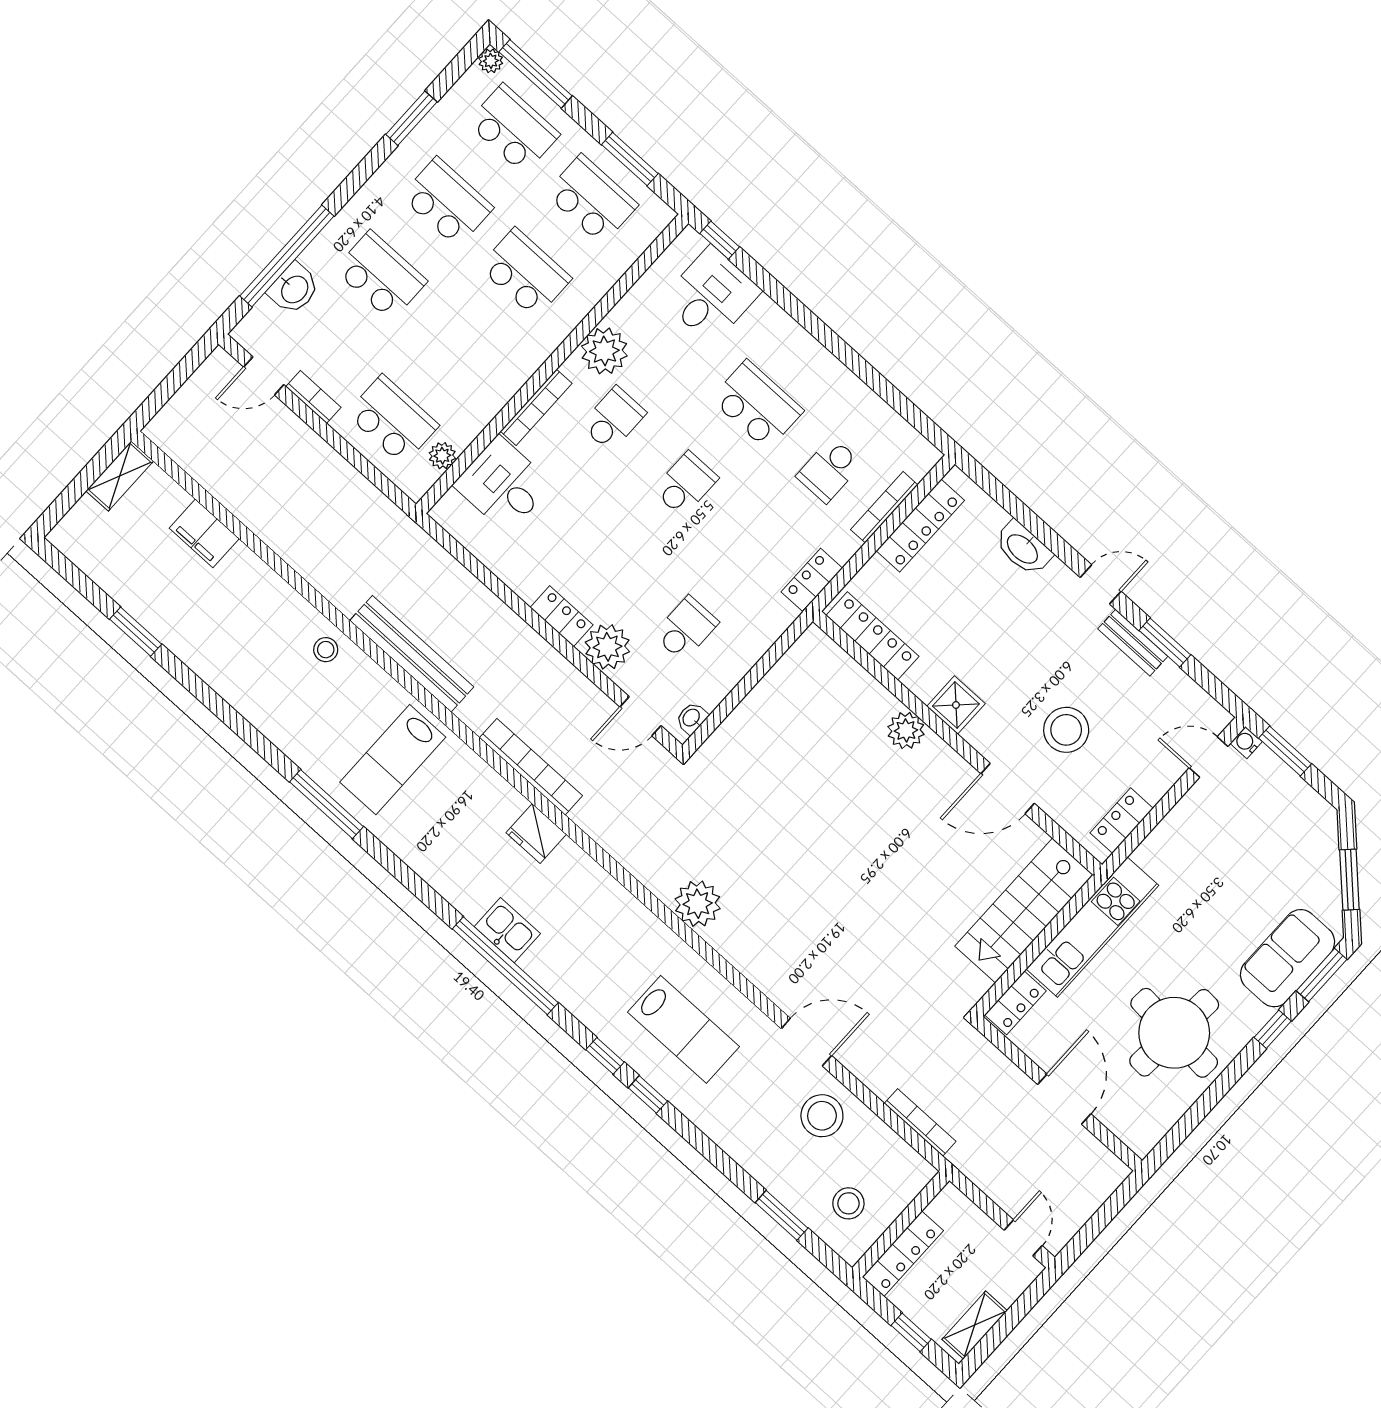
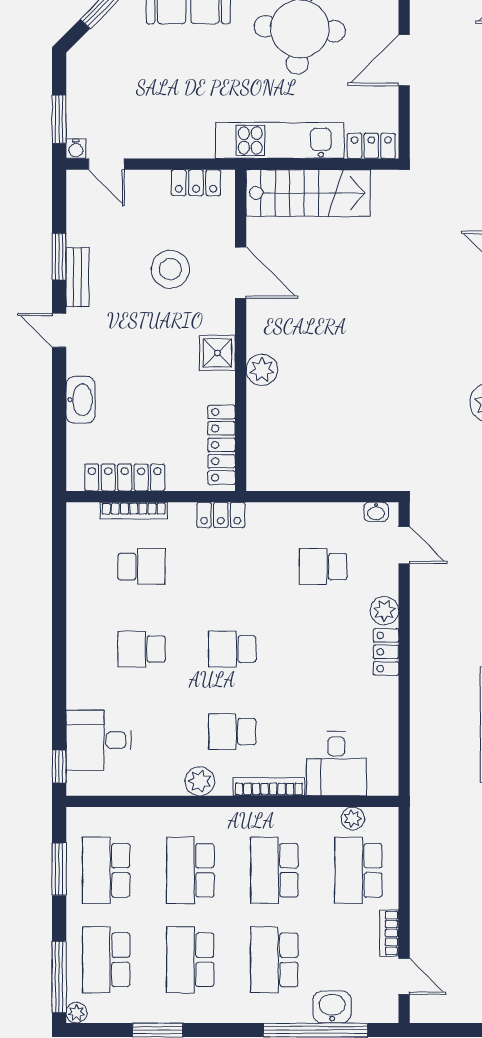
school desk: (459, 346) -> (274, 870), added
plant: (604, 351) -> (200, 781), width x0.73, depth x0.73
school desk: (757, 405) -> (142, 649), width x0.54
plant: (607, 647) -> (384, 611), width x0.73, depth x0.73

